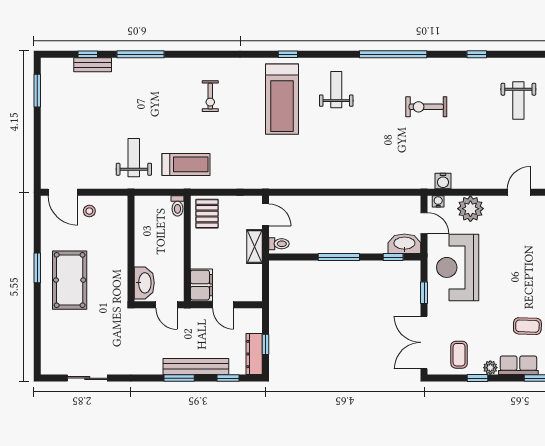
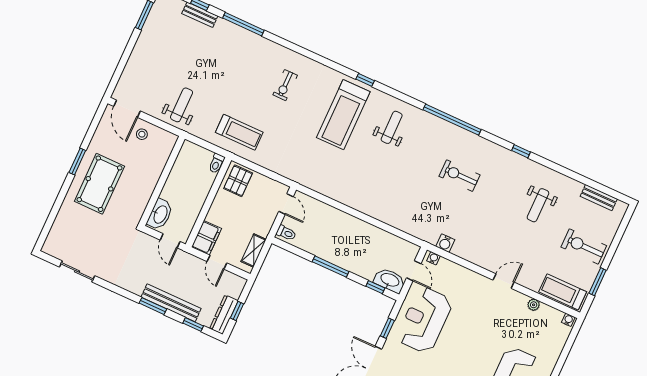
weight bench: (134, 158) -> (182, 105), moved
plant: (470, 209) -> (457, 276), removed
shelving: (255, 247) -> (254, 250), moved

